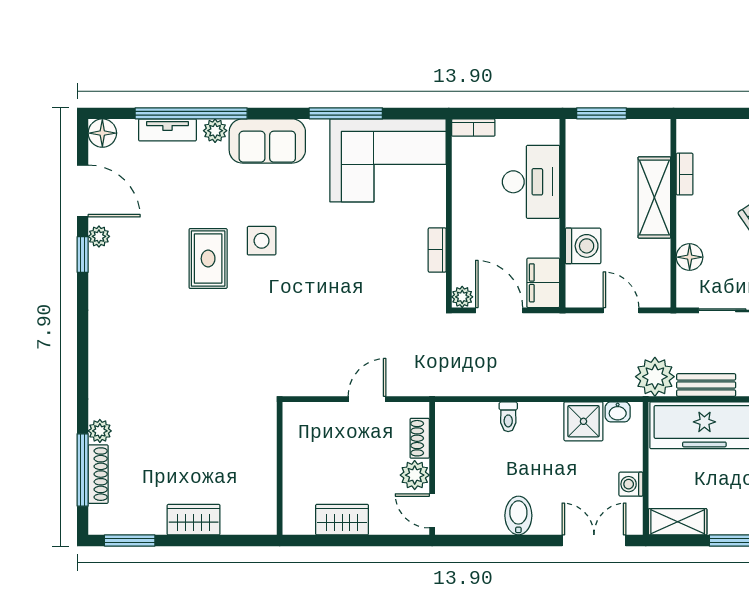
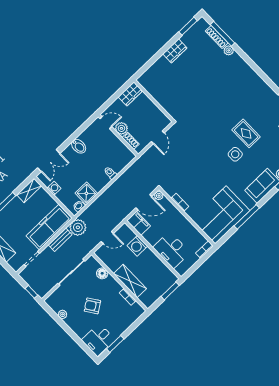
wall: (280, 468) -> (154, 101), moved

